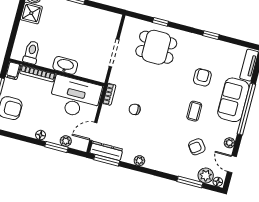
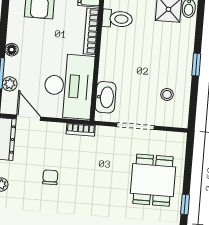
window: (160, 22) -> (185, 204), moved
stool: (94, 25) -> (167, 94), added
washbasin: (65, 65) -> (106, 97), moved
chair: (135, 109) -> (50, 177), moved

